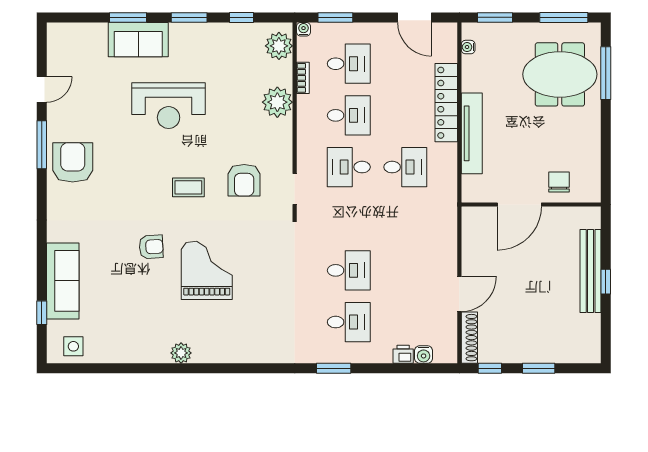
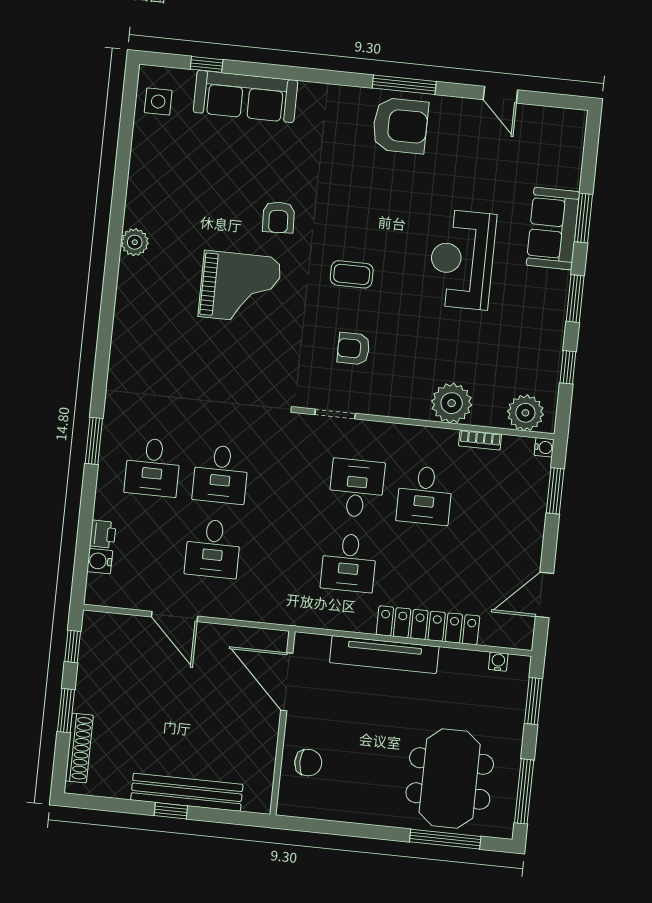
desk: (349, 64) -> (213, 548), moved
window: (42, 145) -> (404, 85), moved
armchair: (244, 180) -> (353, 349), width x0.72, depth x0.72
coffee table: (188, 187) -> (352, 274), turned 90
door: (519, 205) -> (287, 682), moved
shoe rack: (469, 338) -> (79, 748), moved, turned -90

